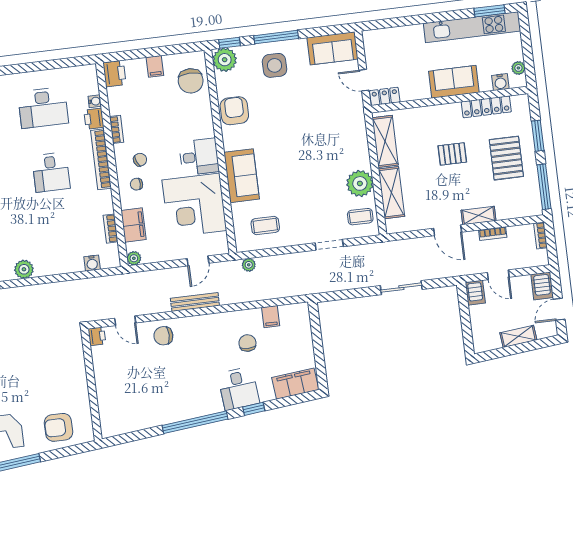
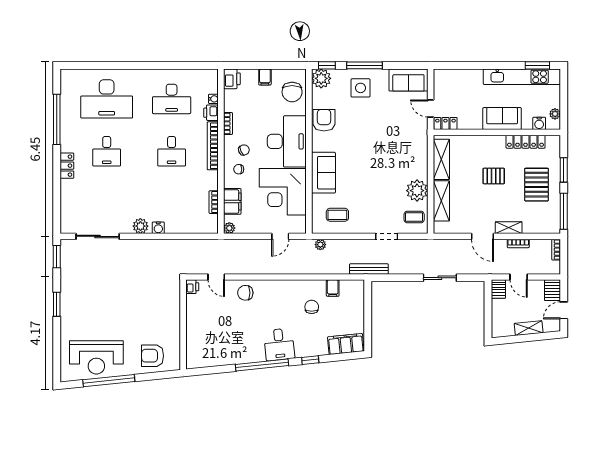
desk: (199, 157) -> (287, 141), width x1.87, depth x1.30
water cooler: (92, 263) -> (158, 228), moved
bench: (195, 302) -> (369, 269), moved
desk: (238, 388) -> (279, 344), moved

